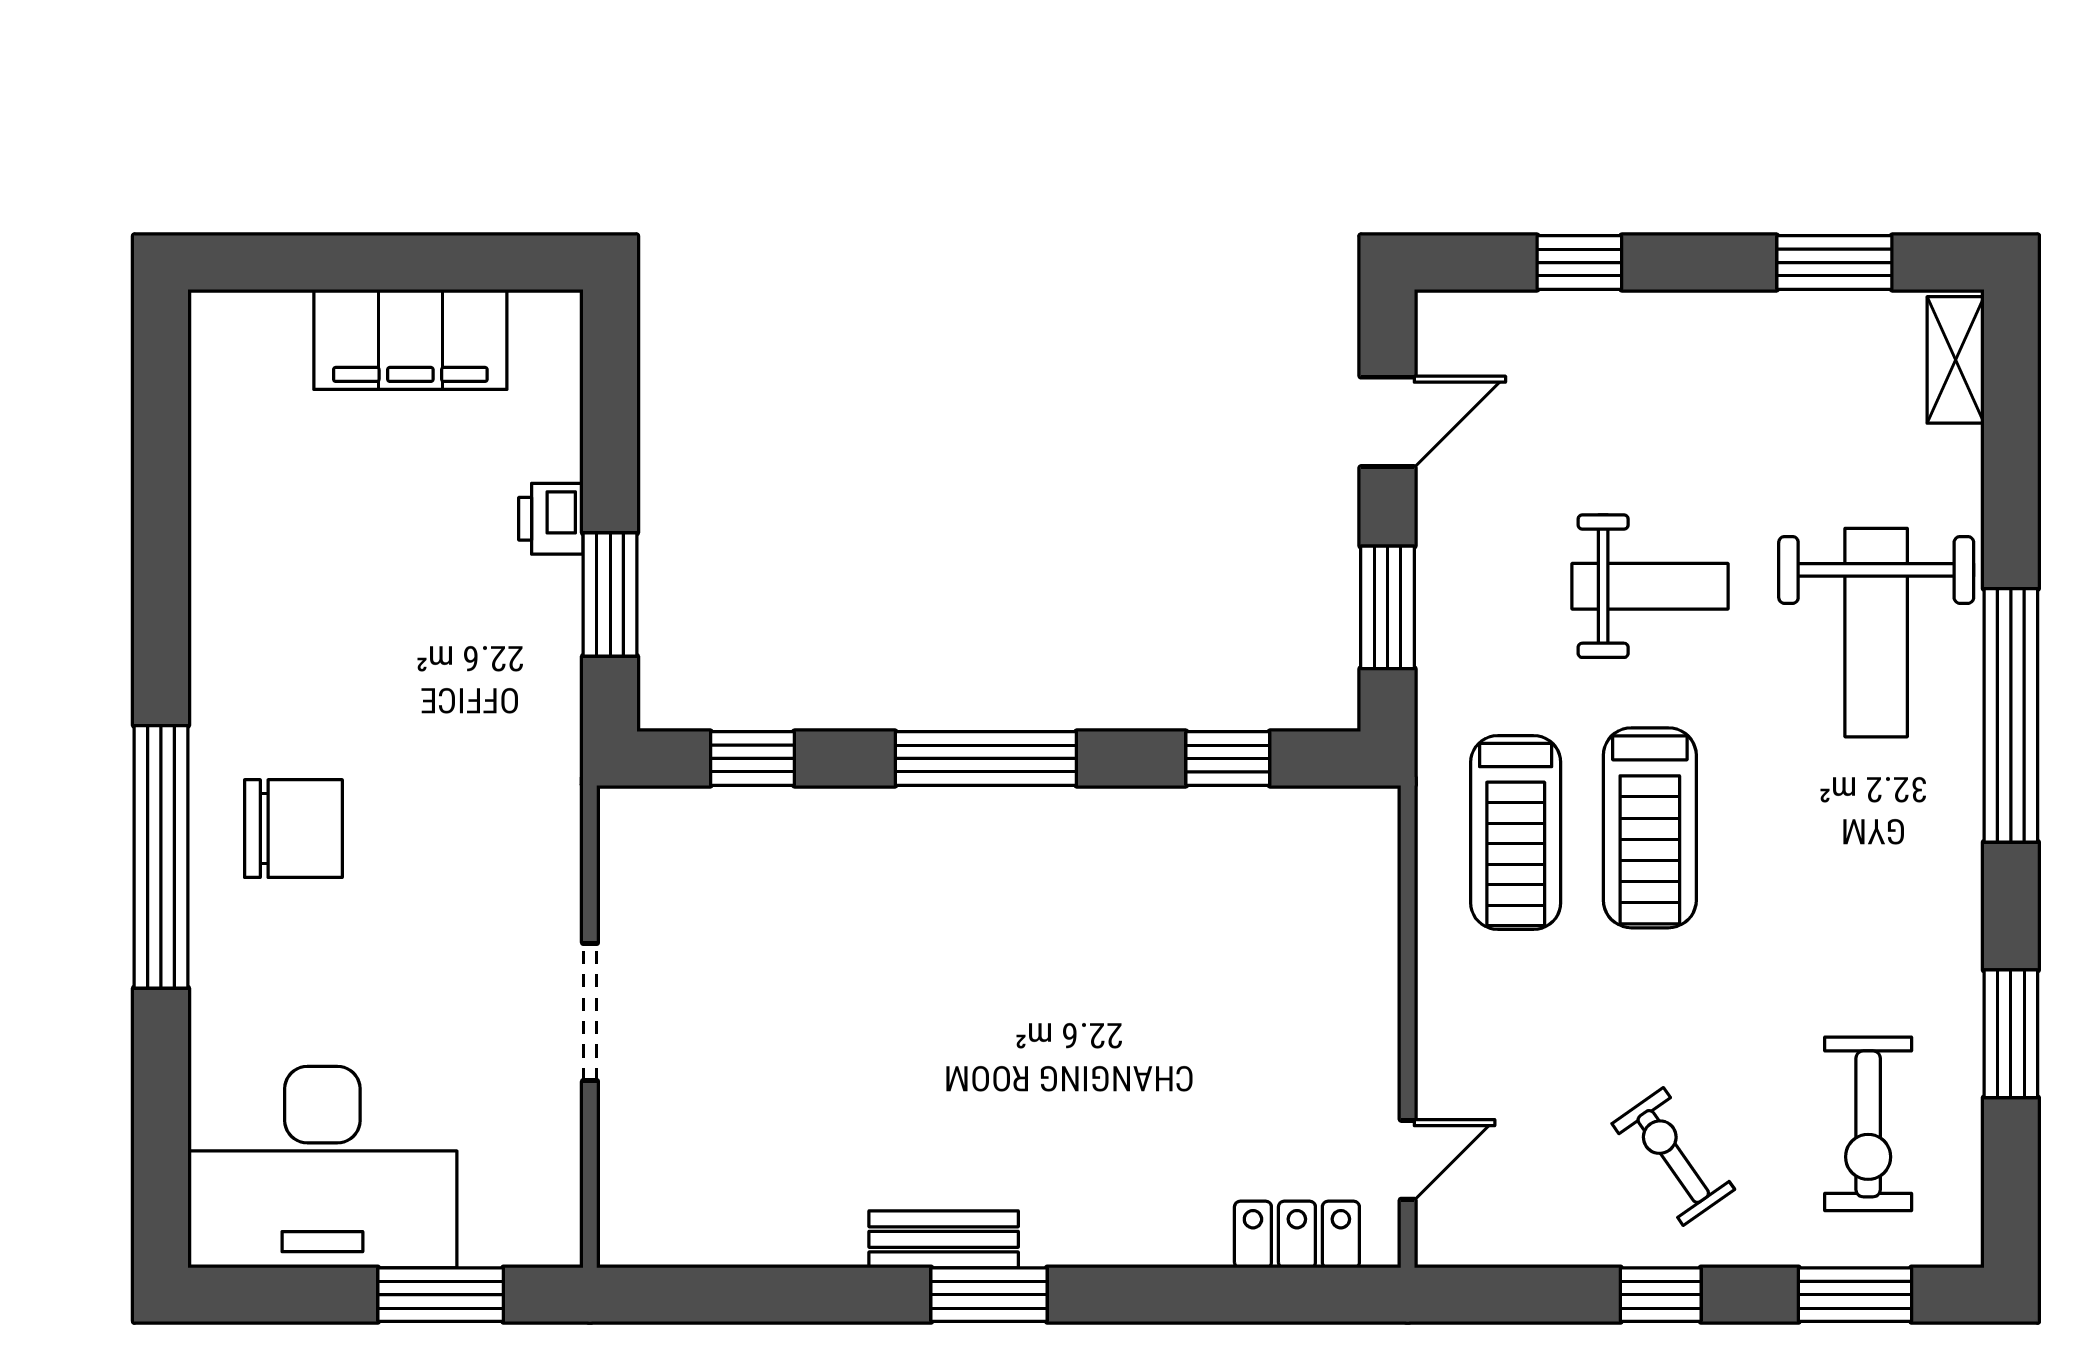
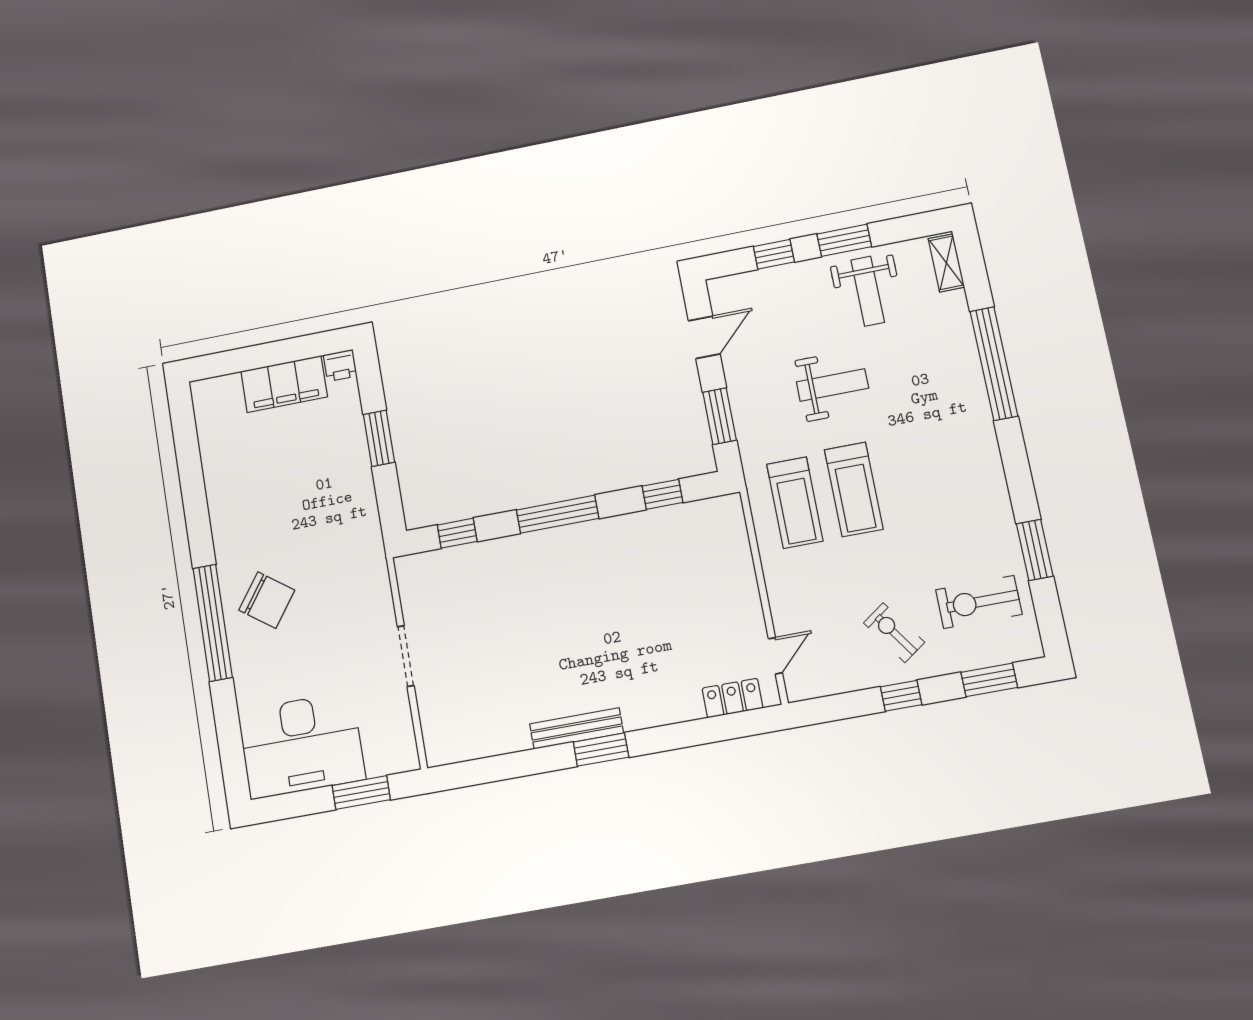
window: (1834, 263) -> (844, 240), moved
printer: (551, 519) -> (340, 365), moved, turned -90
window: (610, 595) -> (379, 438), moved
weight bench: (1876, 633) -> (868, 291), moved, width x0.73, depth x0.75
window: (2011, 715) -> (994, 364), moved
chair: (293, 829) -> (267, 600), turned 36
exercise bike: (1868, 1124) -> (979, 602), turned 90
bench: (944, 1239) -> (577, 728), width x1.36

